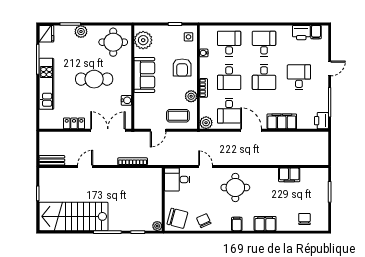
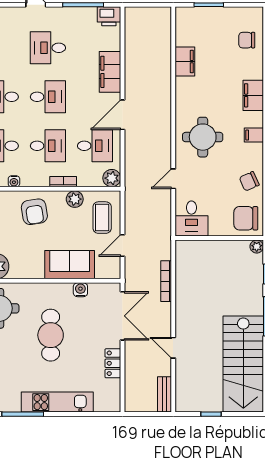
armchair: (182, 67) -> (34, 212), turned 81
sofa: (144, 75) -> (70, 265), moved
double door: (108, 130) -> (122, 316), swing flipped
door: (158, 130) -> (122, 245), swing flipped
chair: (177, 218) -> (246, 218), turned -105

